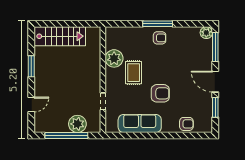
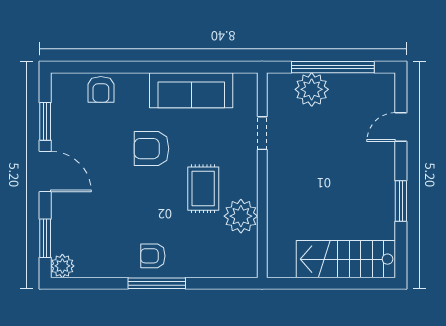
window: (215, 47) -> (45, 238), width x0.69
armchair: (186, 124) -> (101, 89), turned -90

